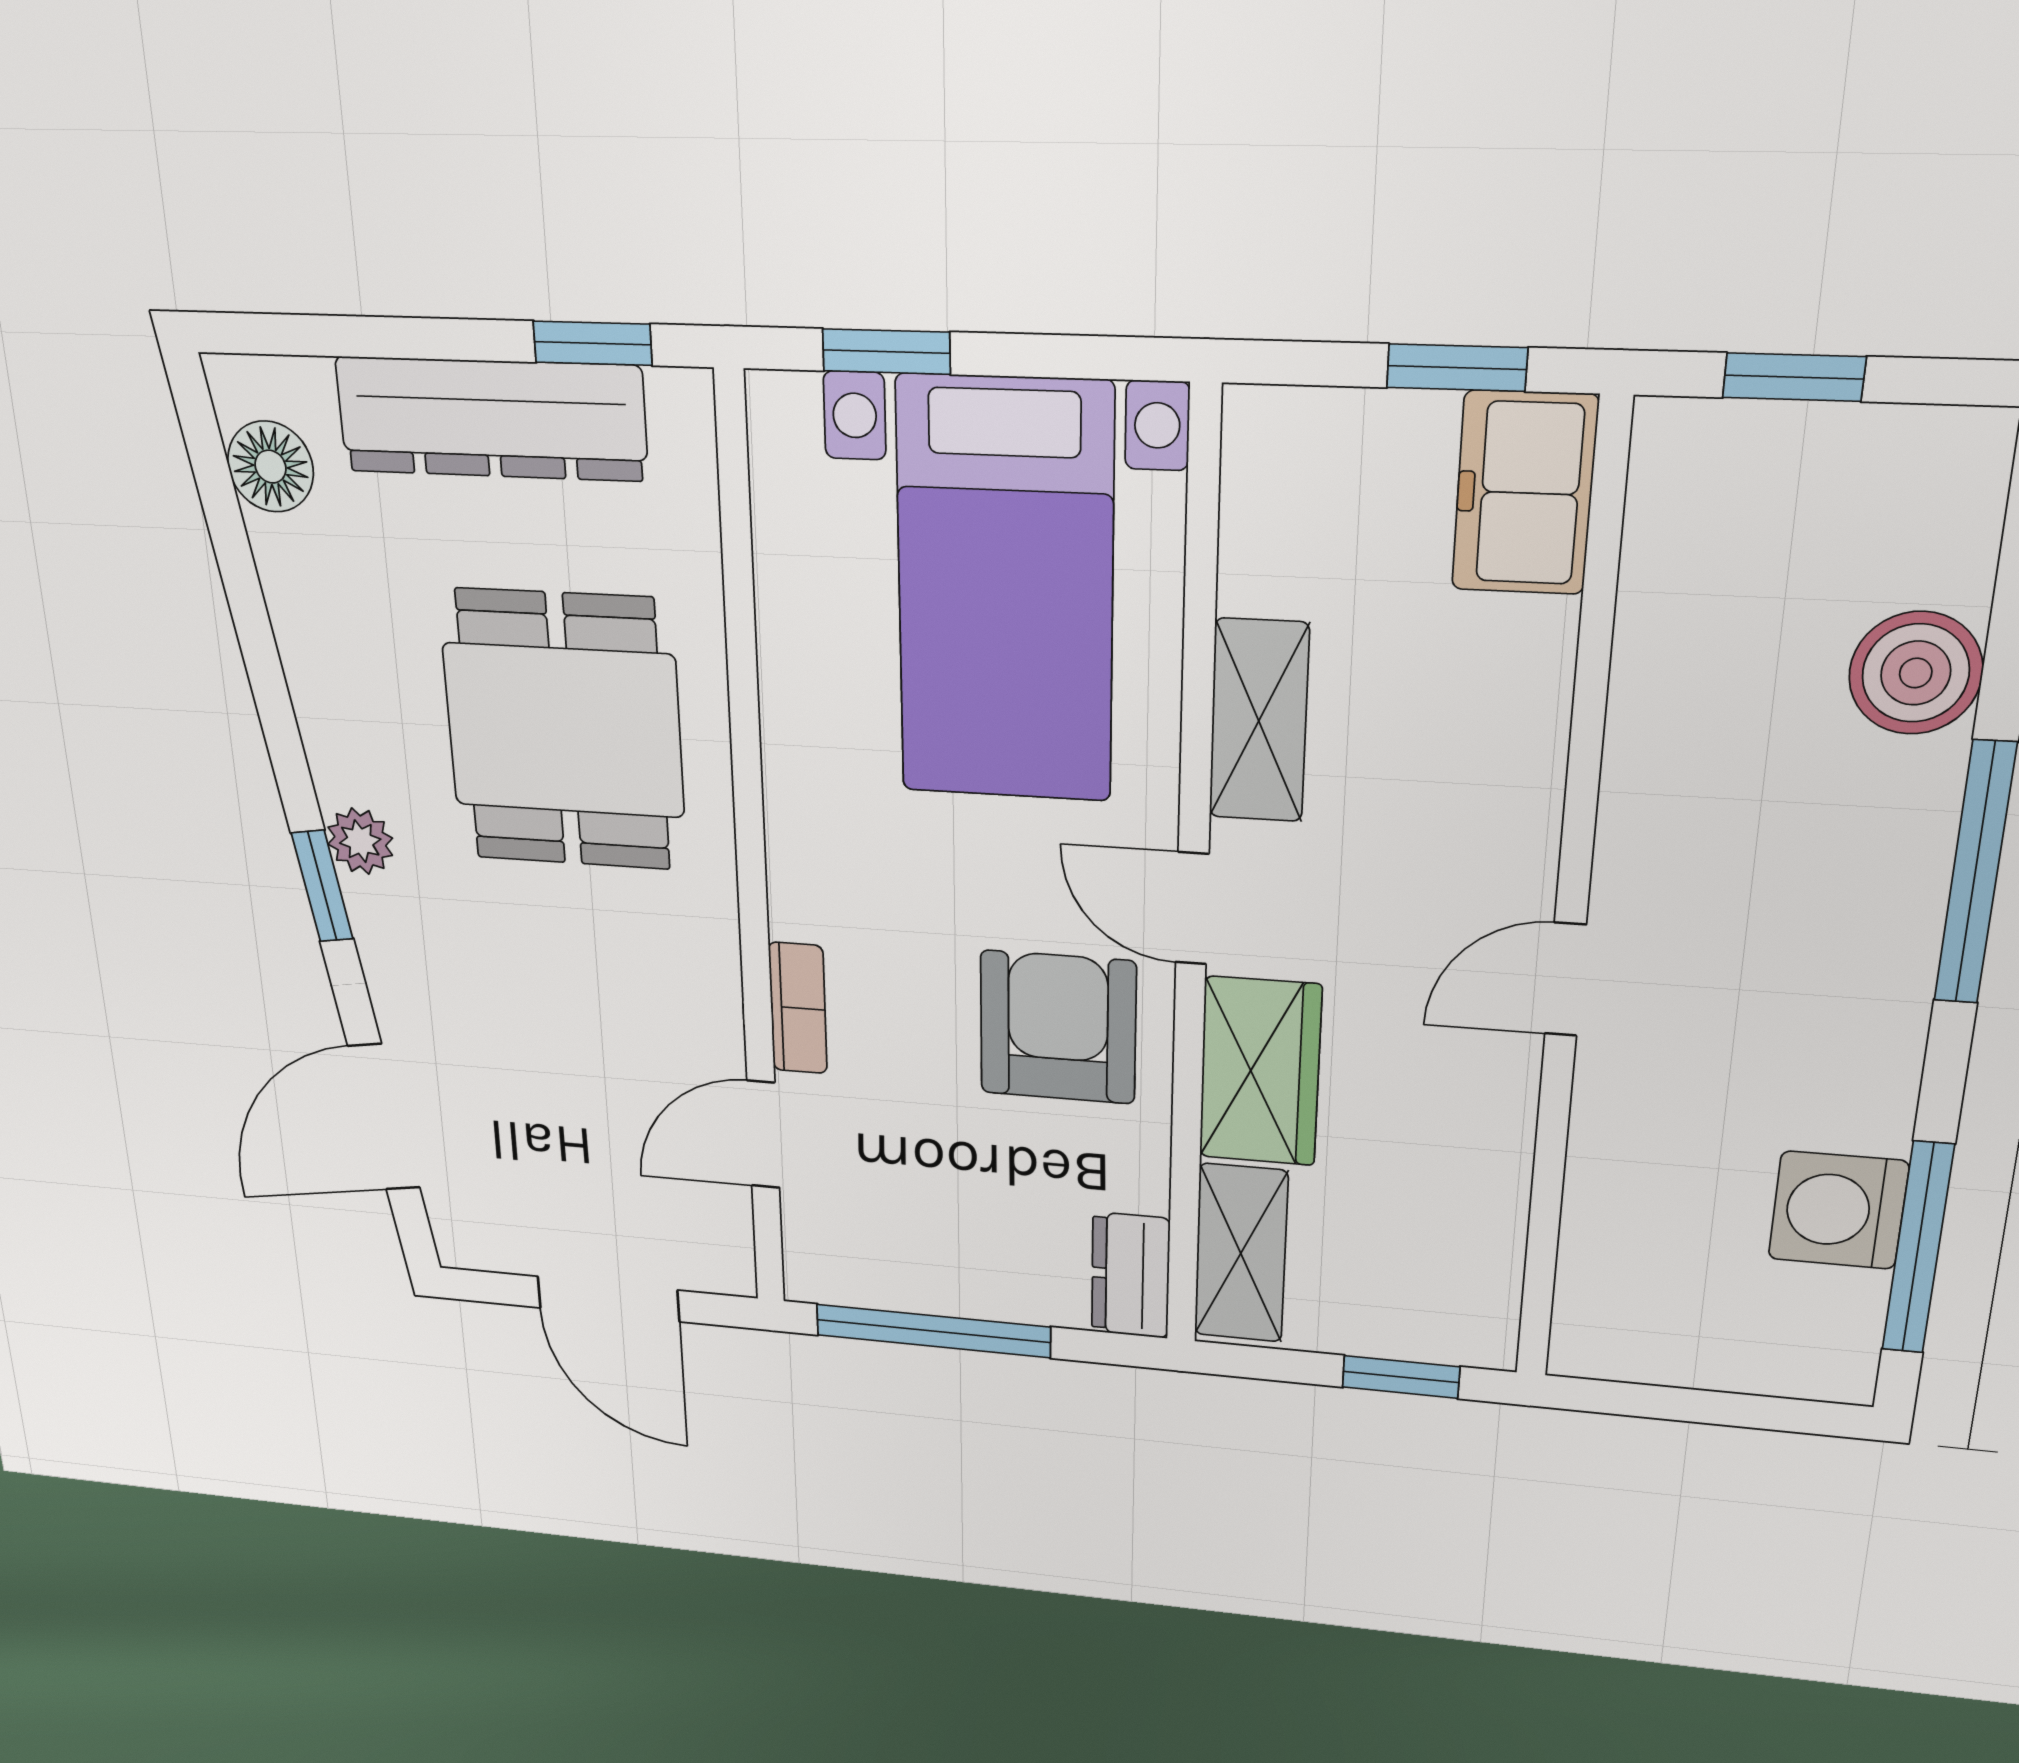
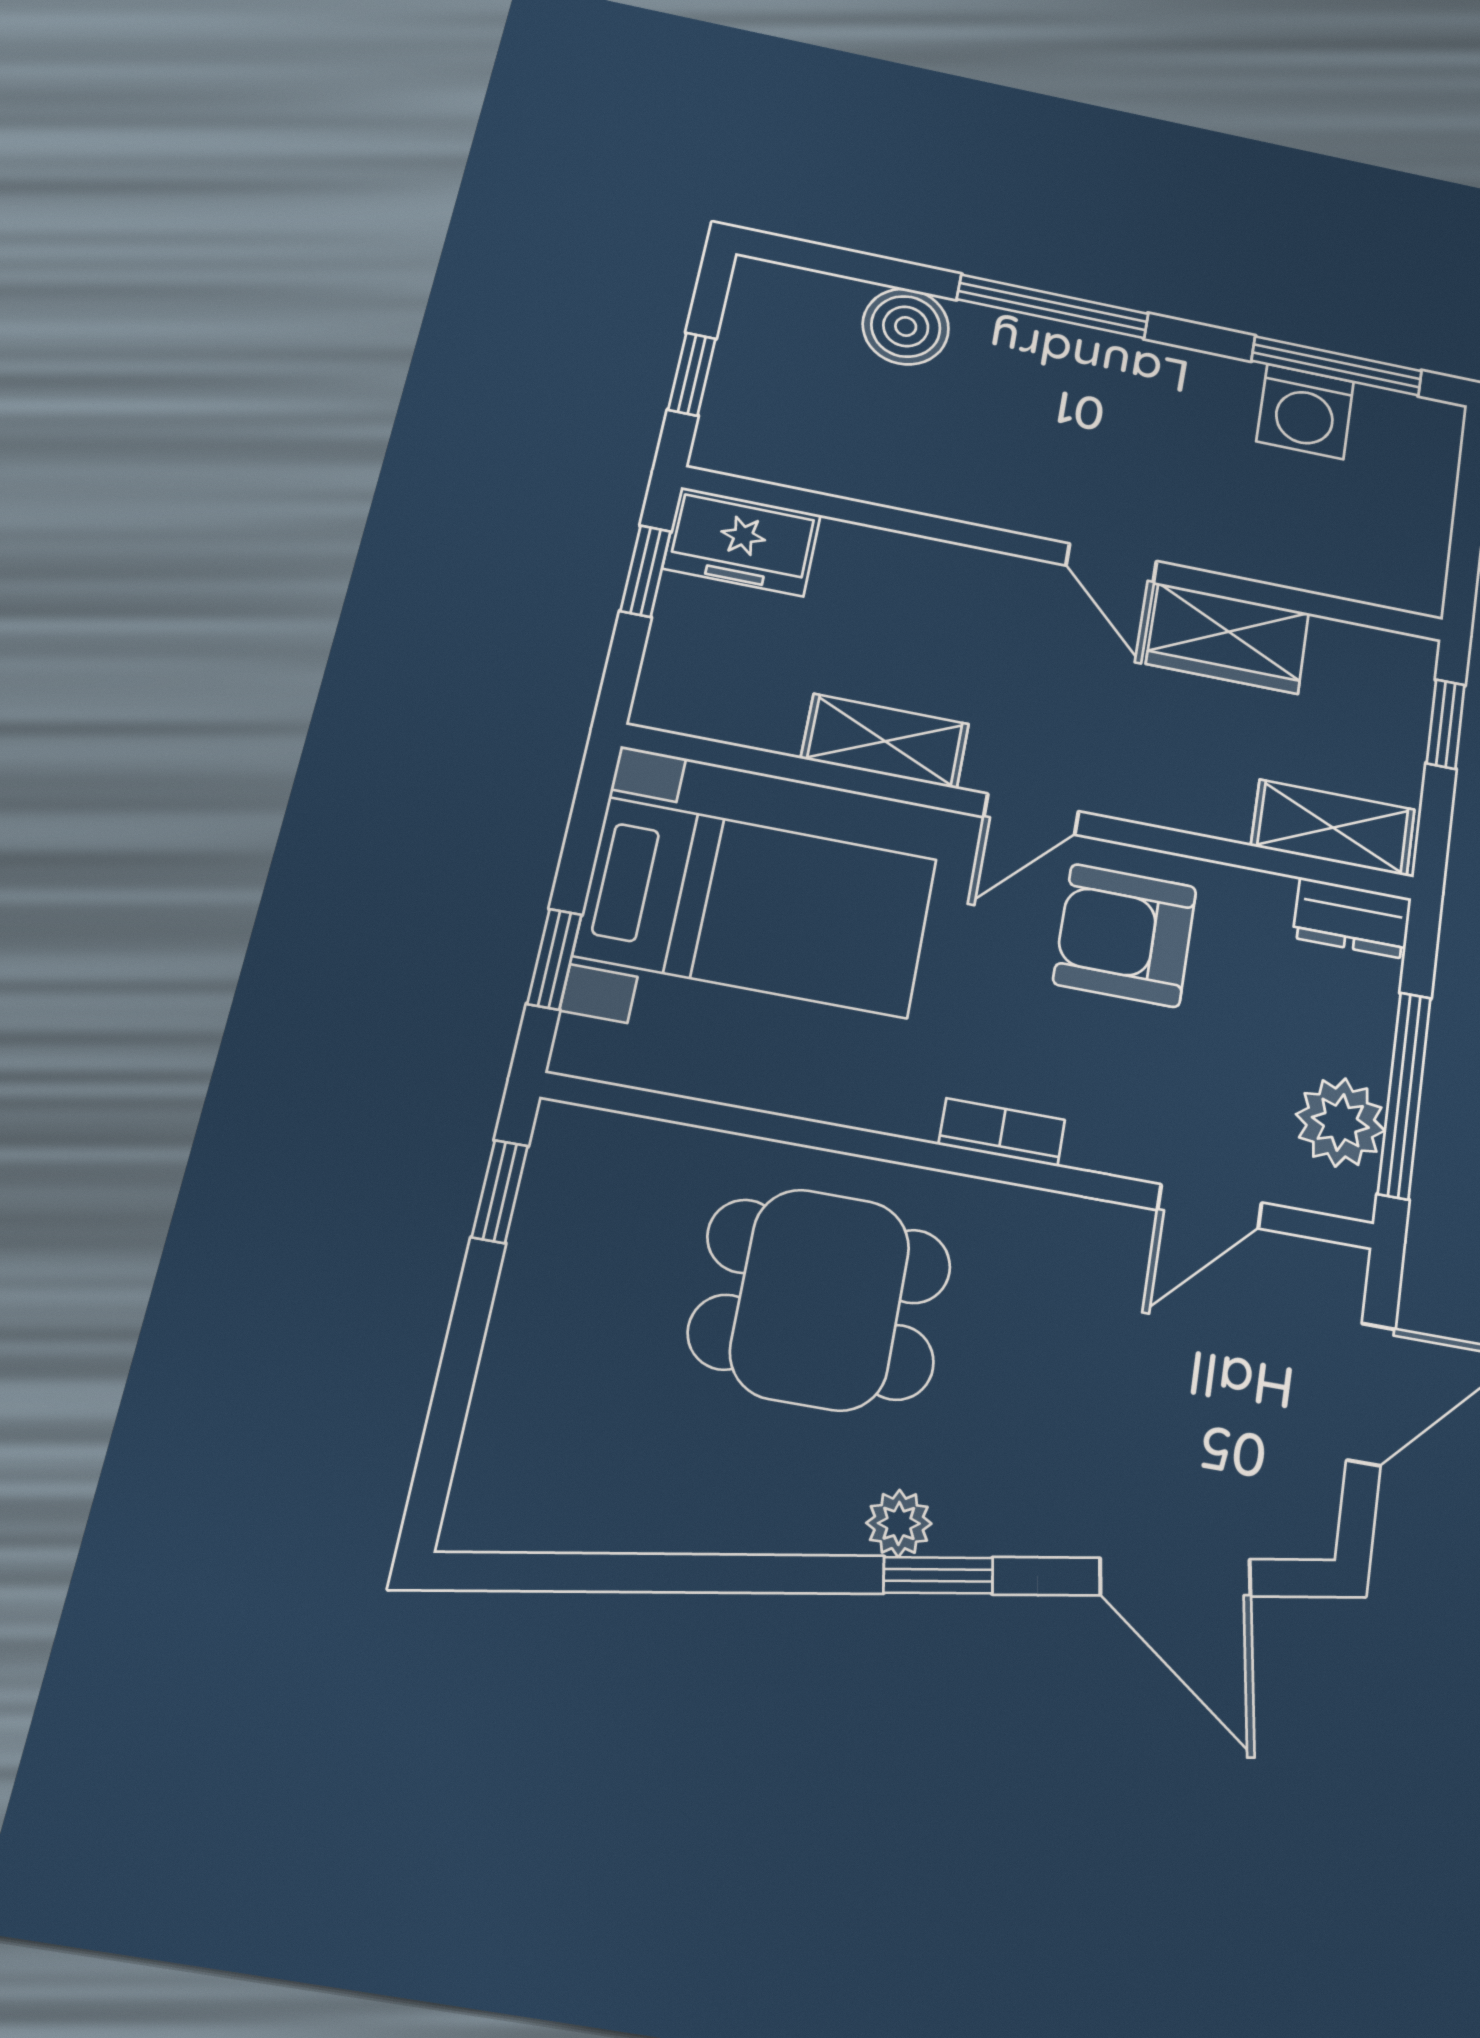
dresser: (491, 419) -> (543, 1295), removed
floor lamp: (270, 467) -> (545, 1512), removed
bookcase: (798, 1008) -> (1002, 1132), moved
wardrobe: (1260, 1071) -> (1228, 638), moved, turned 180
door: (763, 1134) -> (1210, 1206), hinge flipped
plant: (887, 1266) -> (1340, 1122), added

